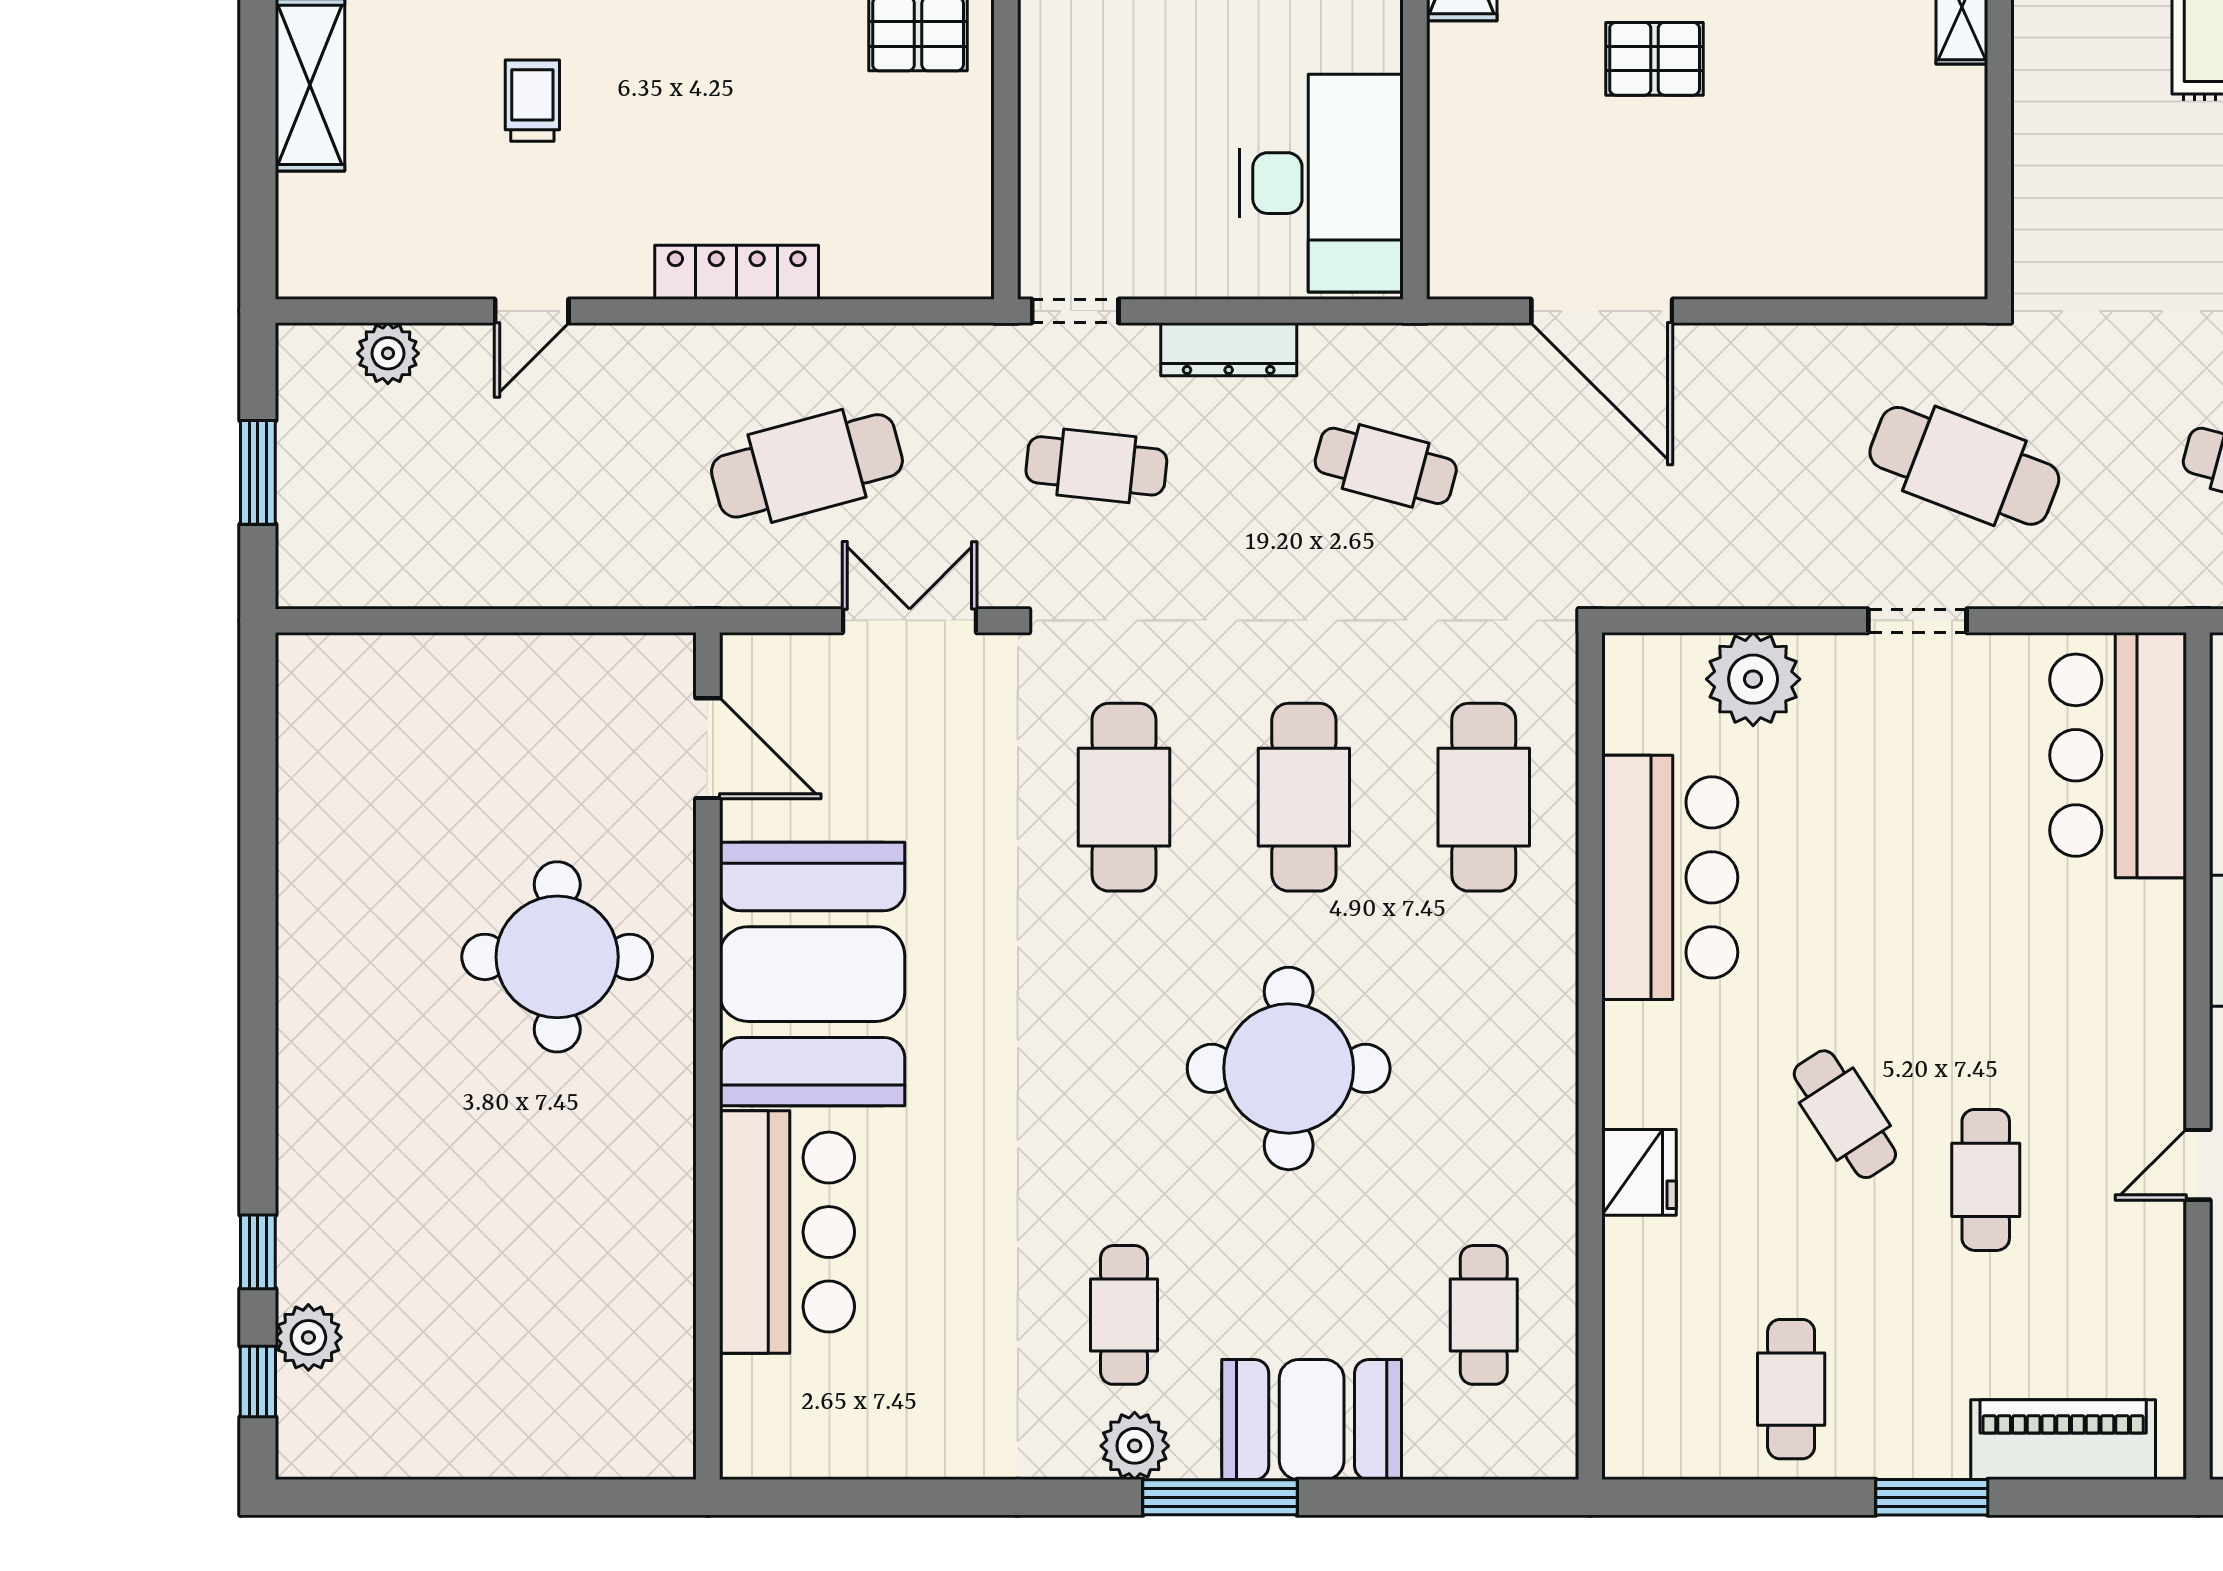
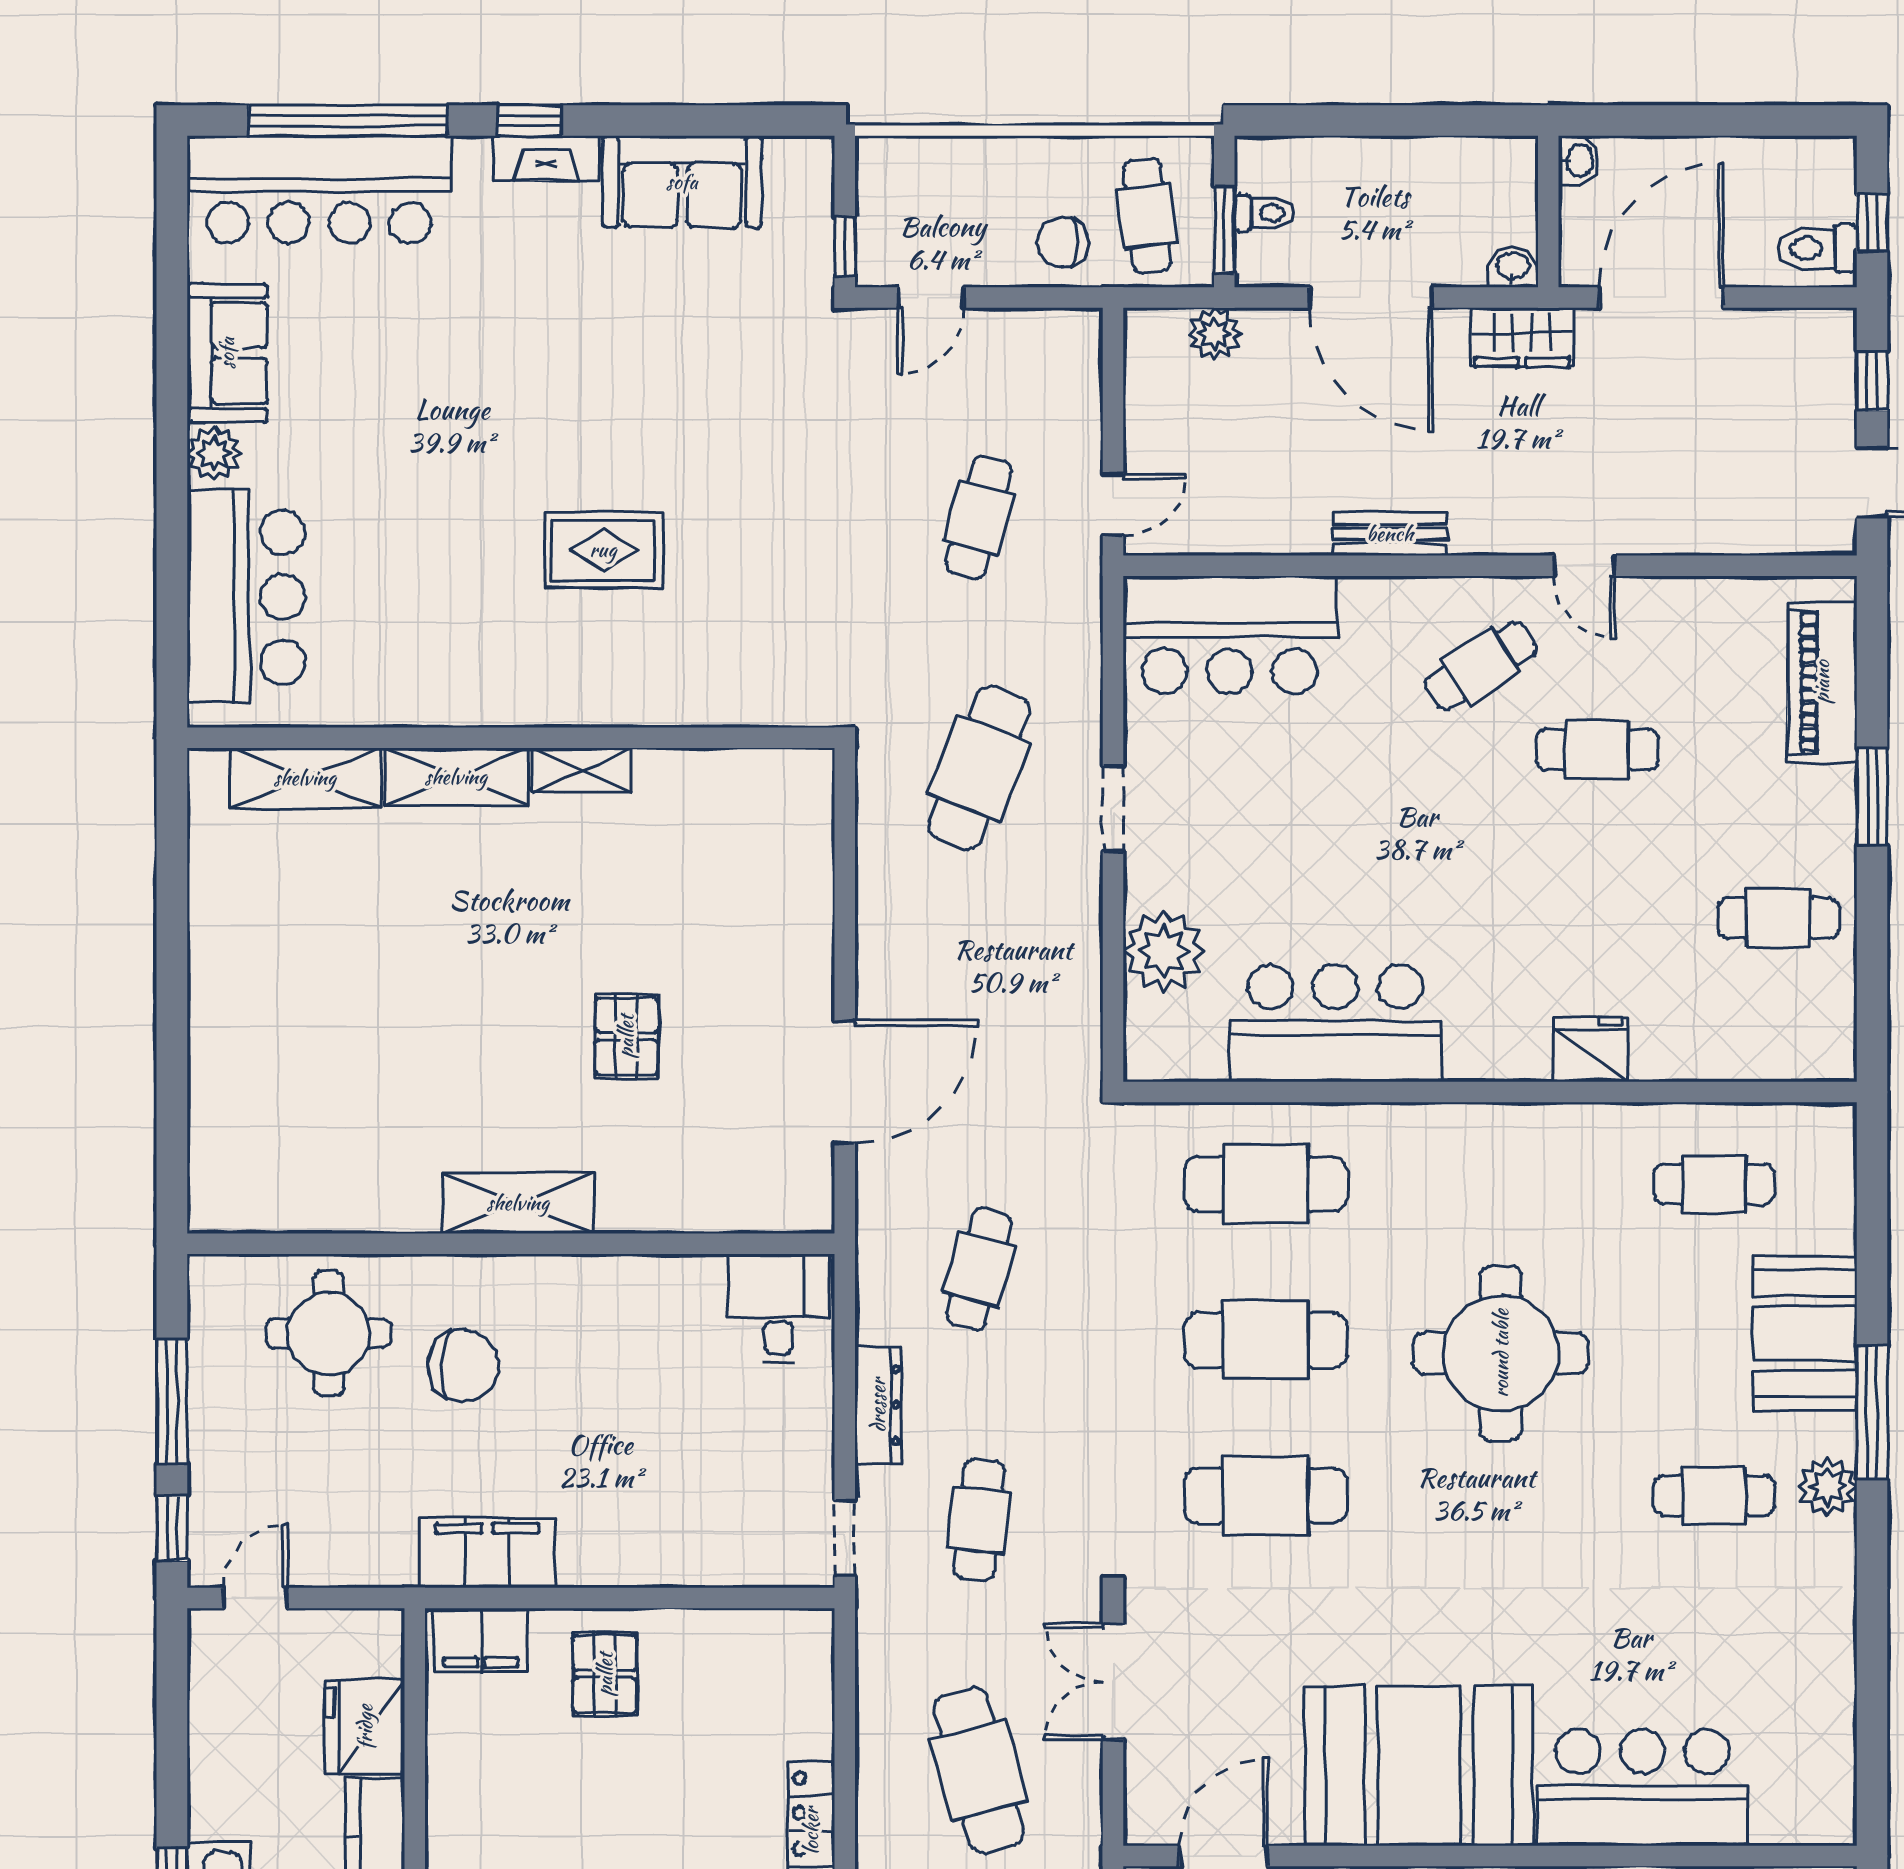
desk: (1322, 183) -> (778, 1308), width x0.53, depth x0.77
cafe table: (1845, 1114) -> (1481, 666), moved

